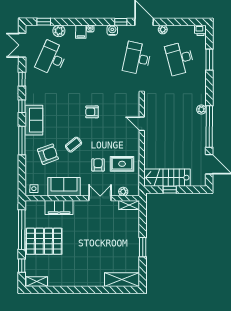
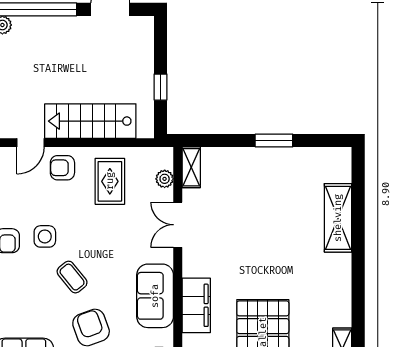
side table: (94, 131) -> (45, 236), added
armchair: (98, 165) -> (62, 168), moved
stairs: (167, 178) -> (90, 121), moved, turned 90
shelving: (122, 280) -> (338, 218), moved

